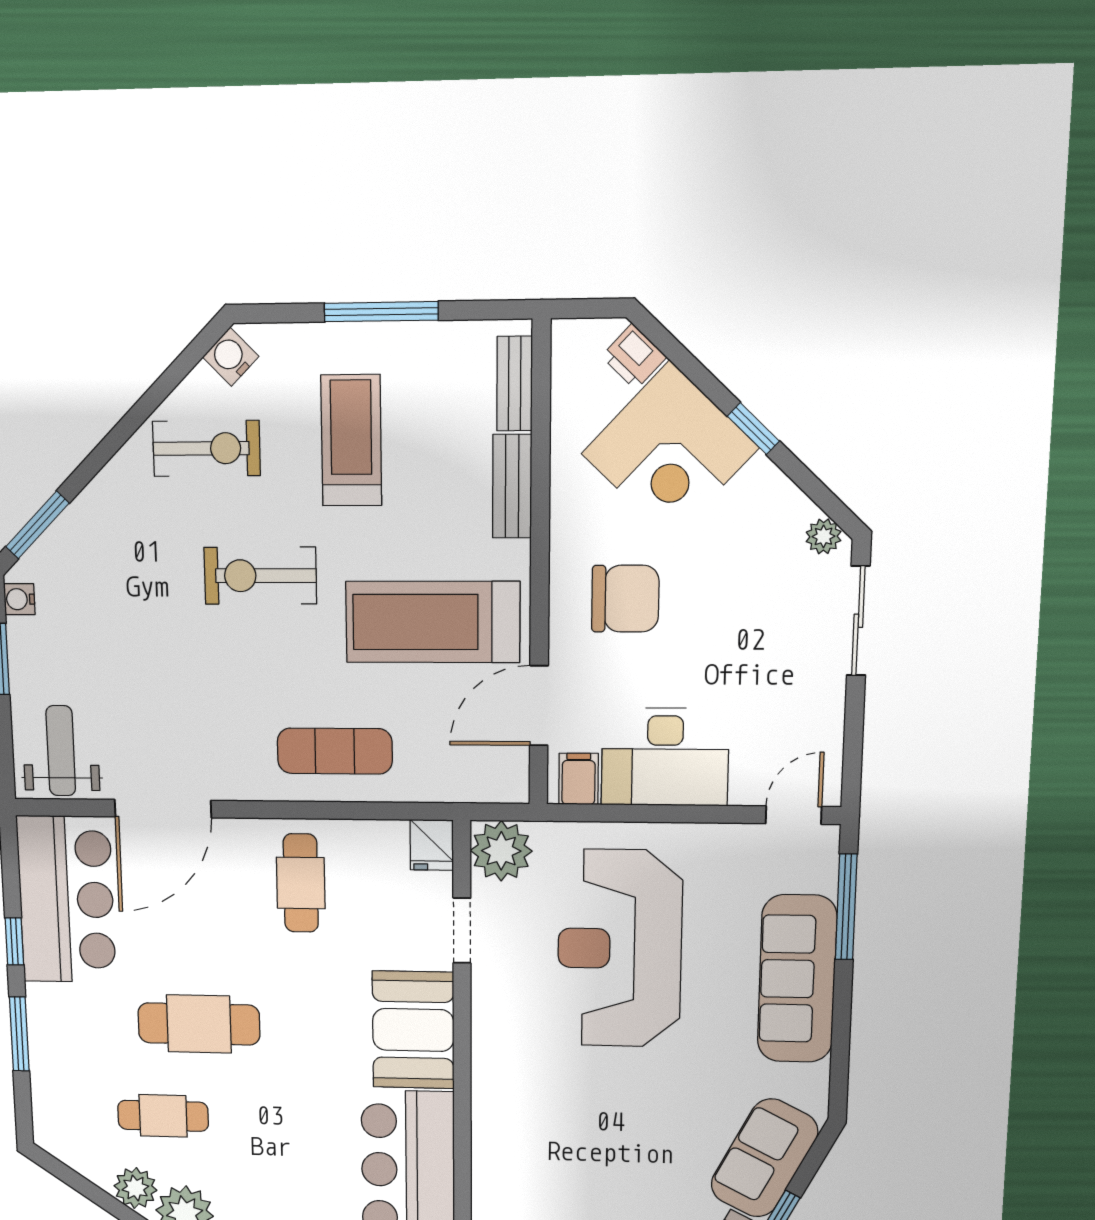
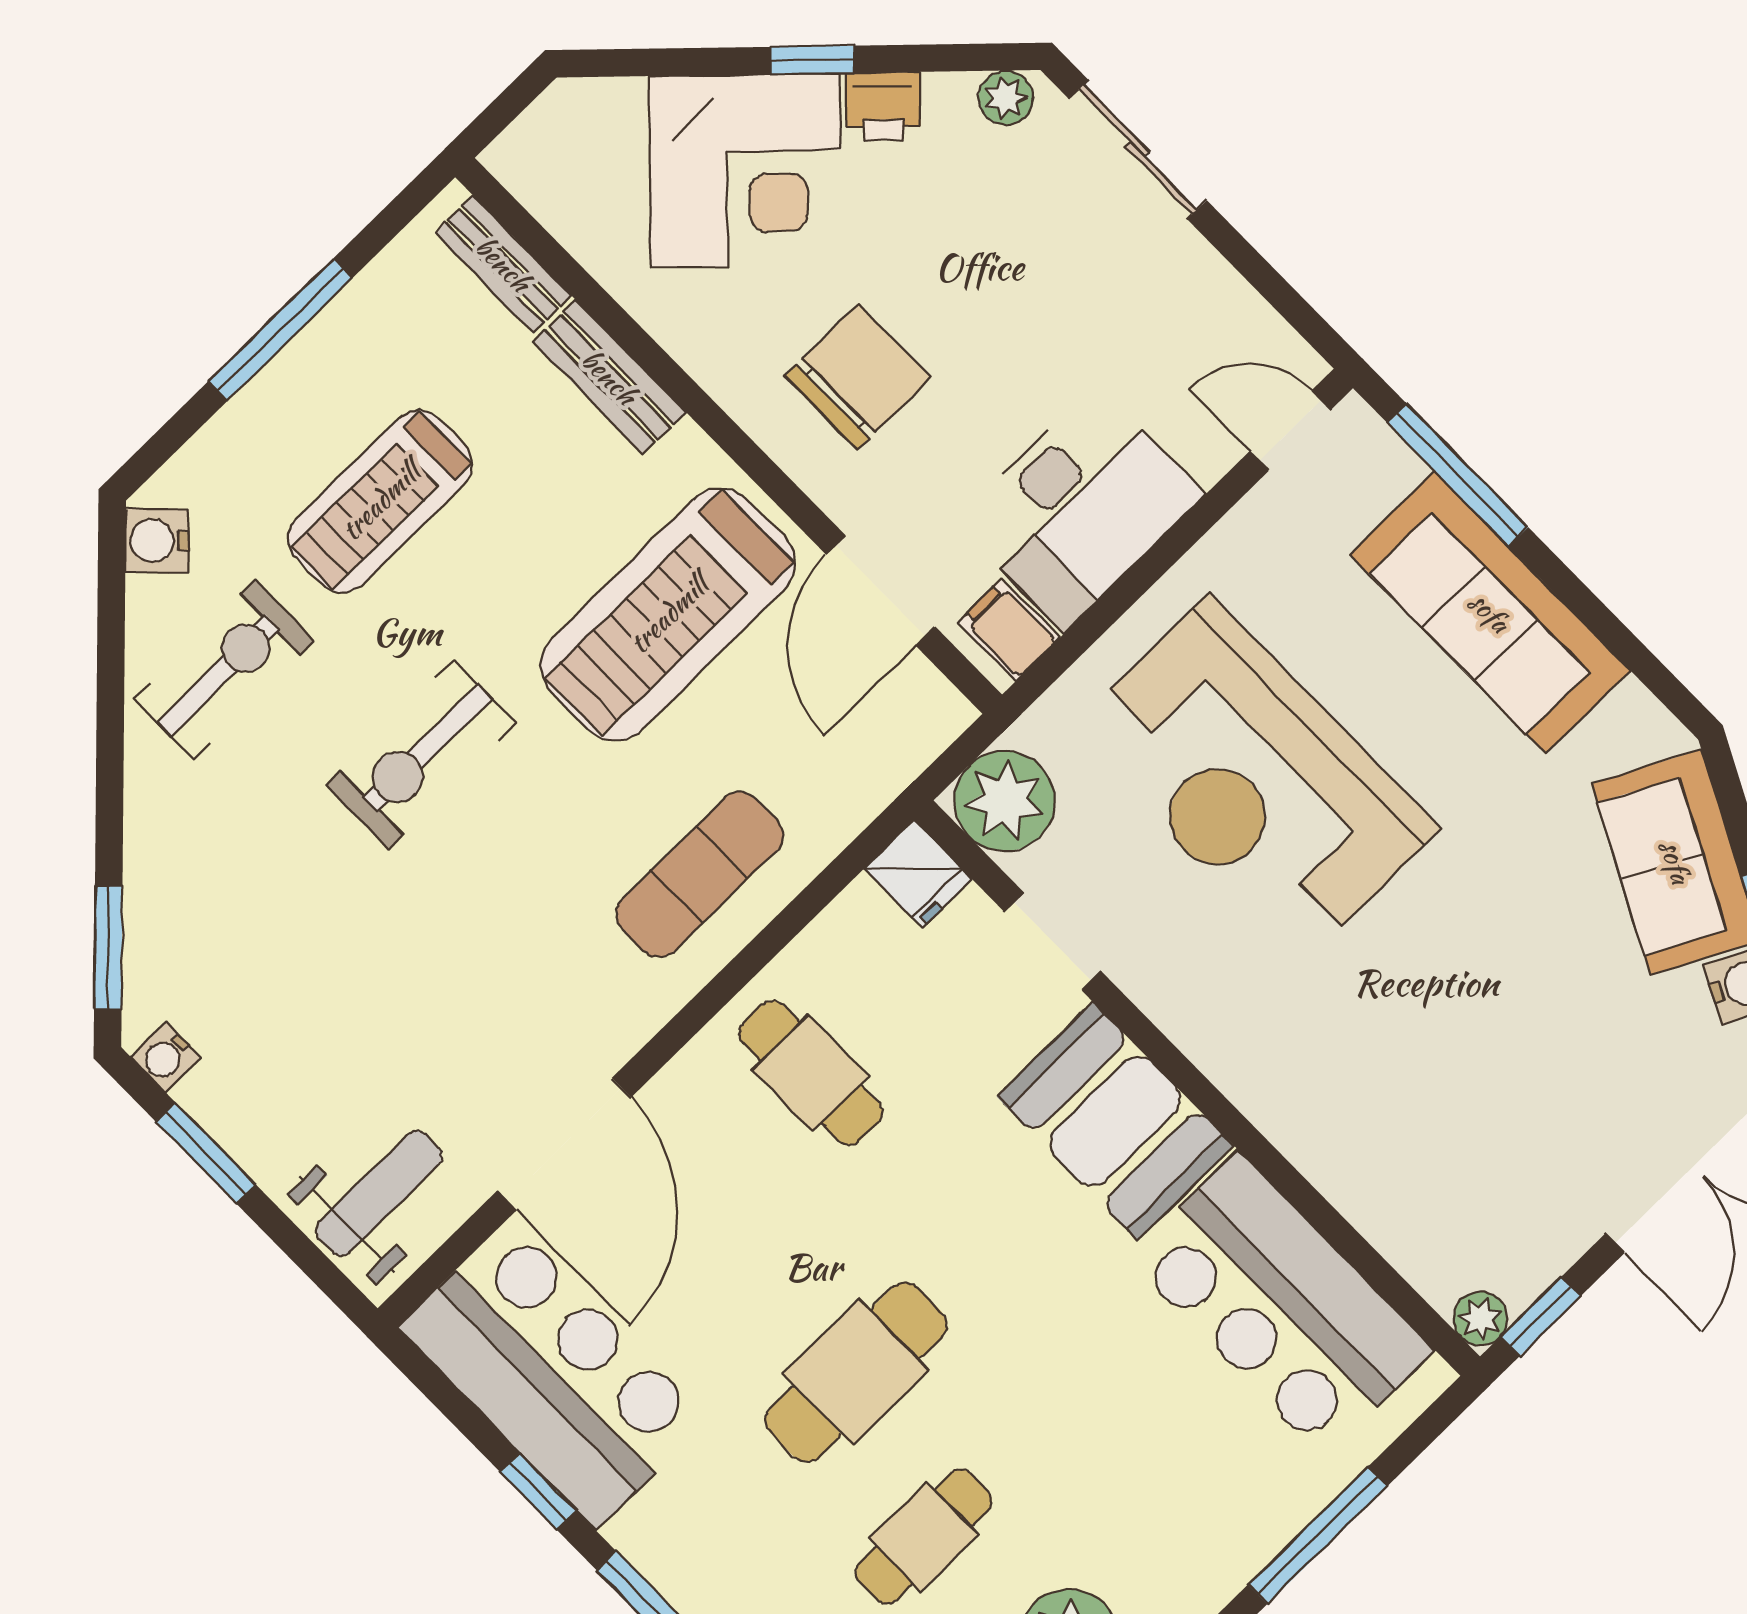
printer: (634, 357) -> (883, 106), moved
treadmill: (351, 440) -> (380, 501), turned -90
weight bench: (61, 751) -> (379, 1193), turned 90
door: (794, 815) -> (1290, 431), hinge flipped

